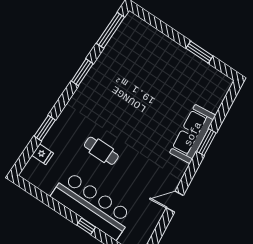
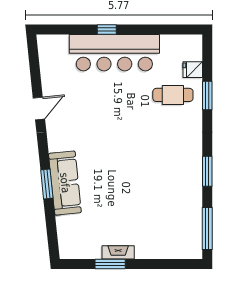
fireplace: (188, 57) -> (118, 252), added
cafe table: (101, 151) -> (173, 95), moved

